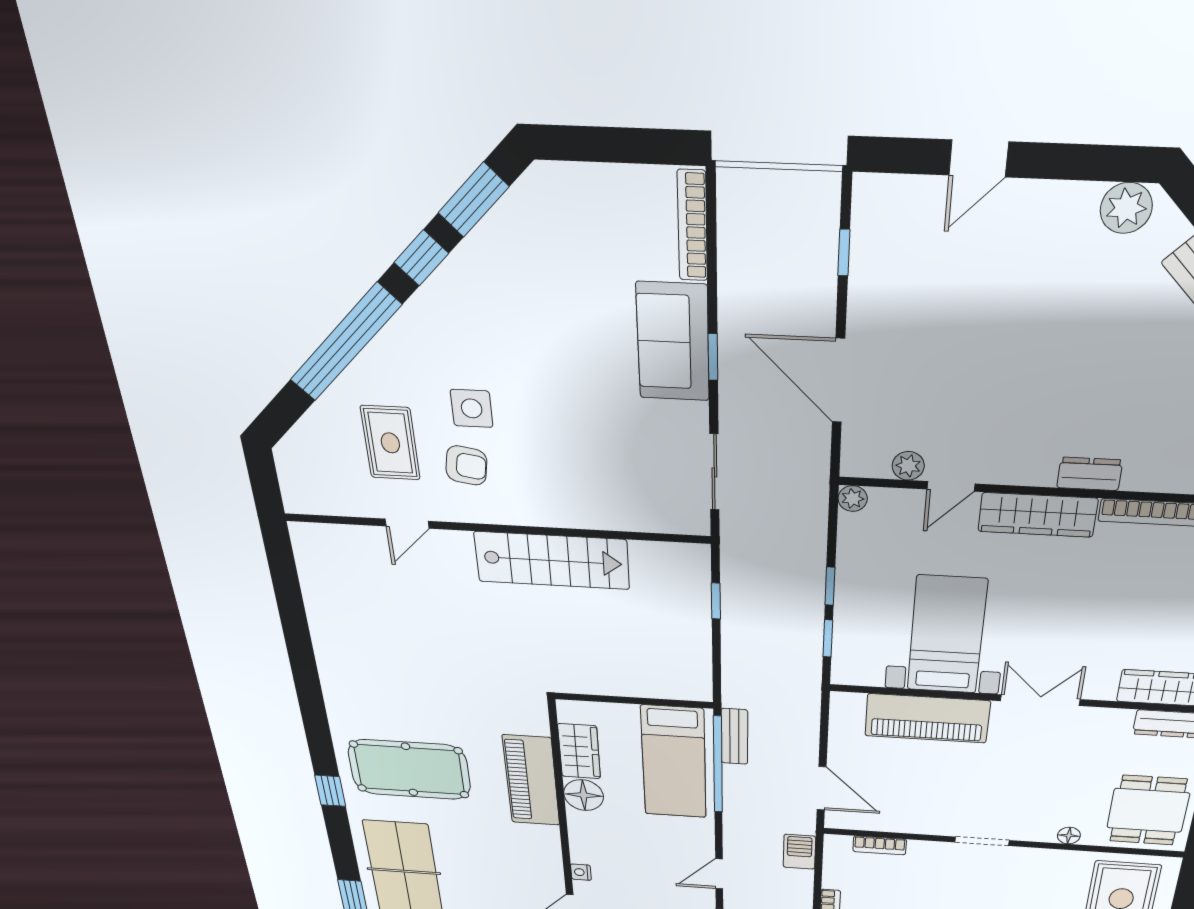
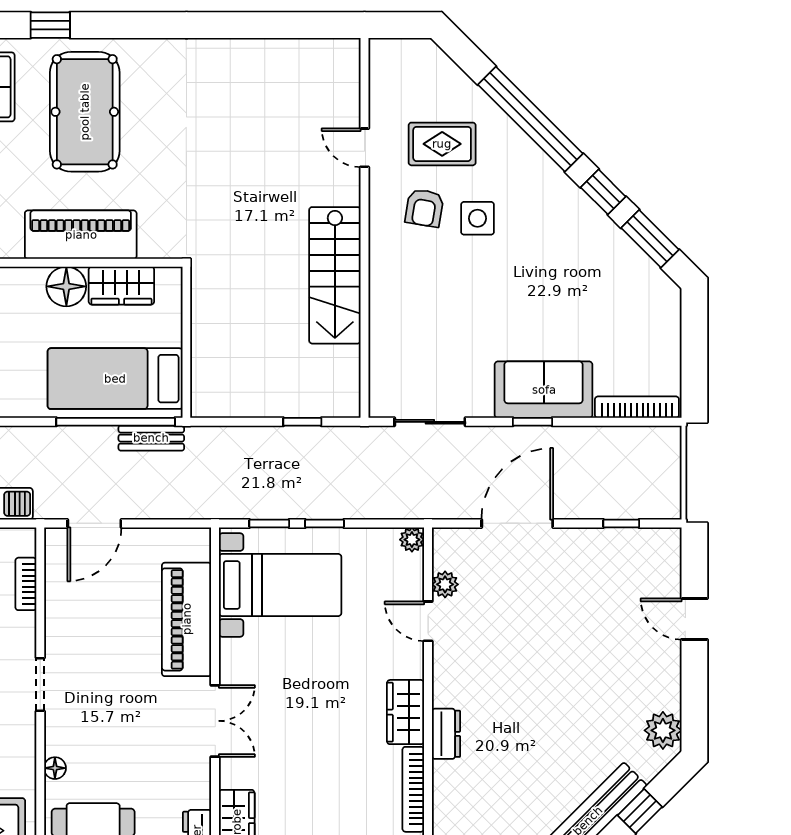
wardrobe: (1038, 515) -> (406, 712), width x0.67
bed with nightstands: (947, 635) -> (280, 585), moved

